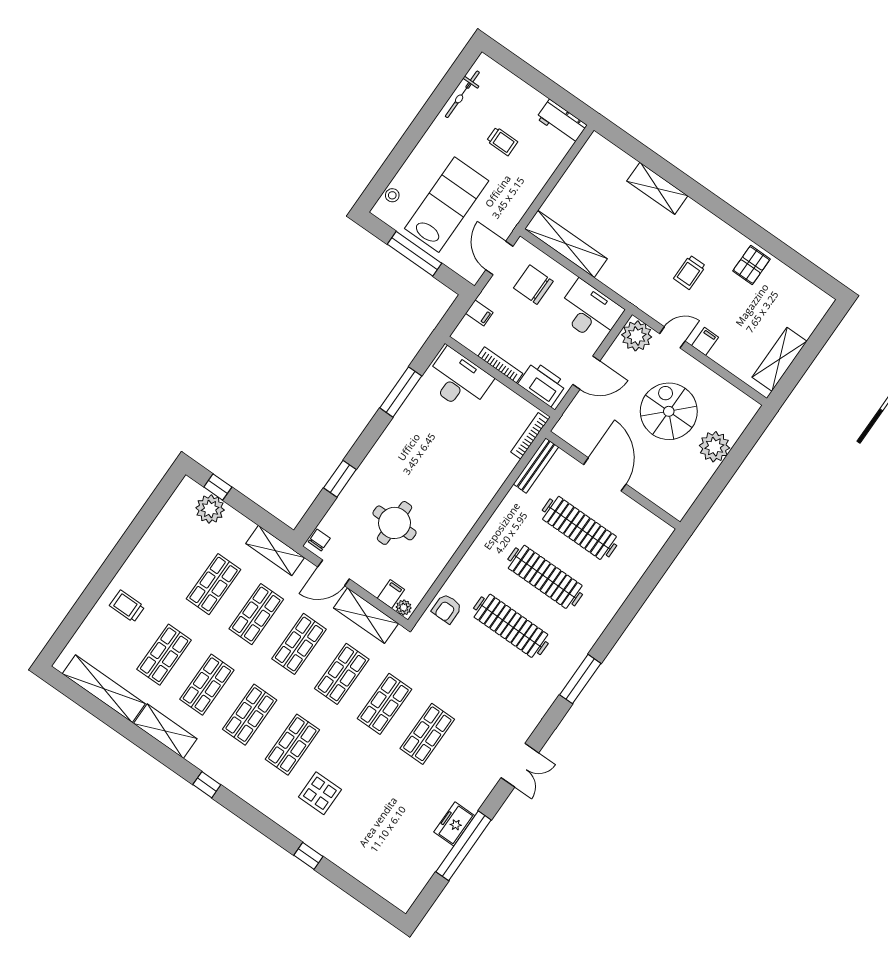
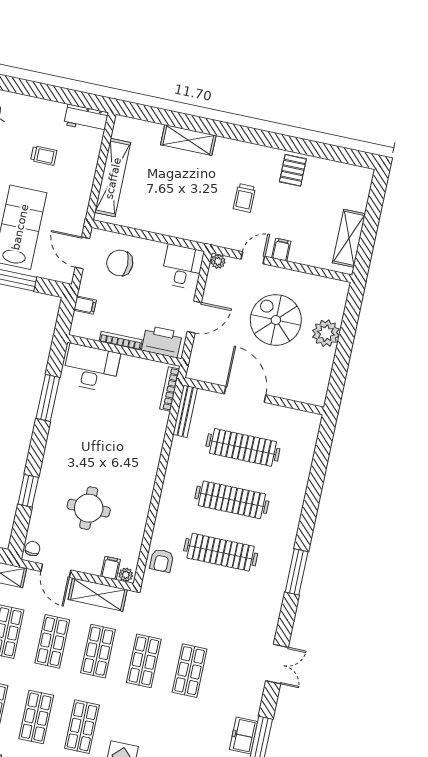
shelving: (566, 244) -> (113, 178), moved, turned 90
desk: (590, 312) -> (182, 267), width x0.73
plant: (637, 336) -> (218, 261), width x0.53, depth x0.53
door: (334, 573) -> (56, 571), hinge flipped

